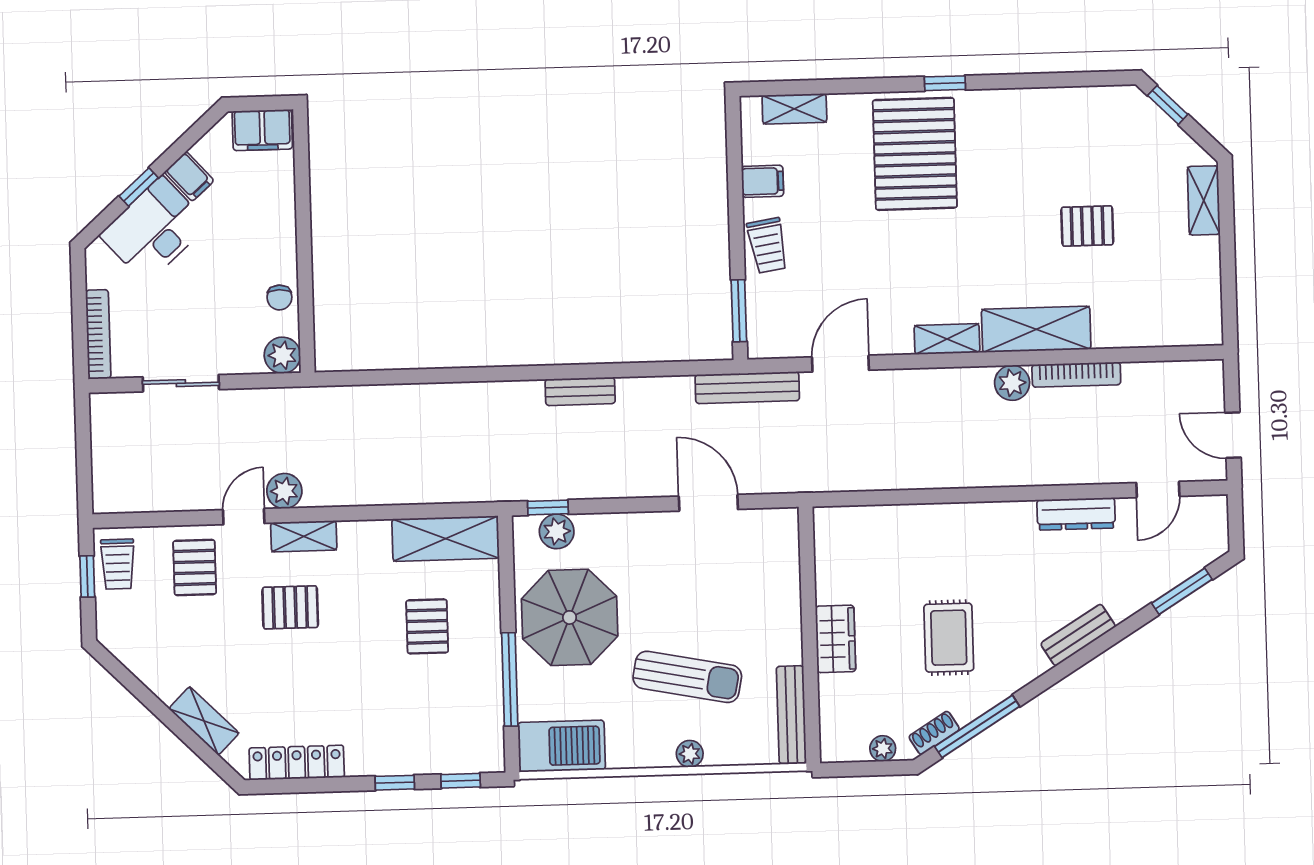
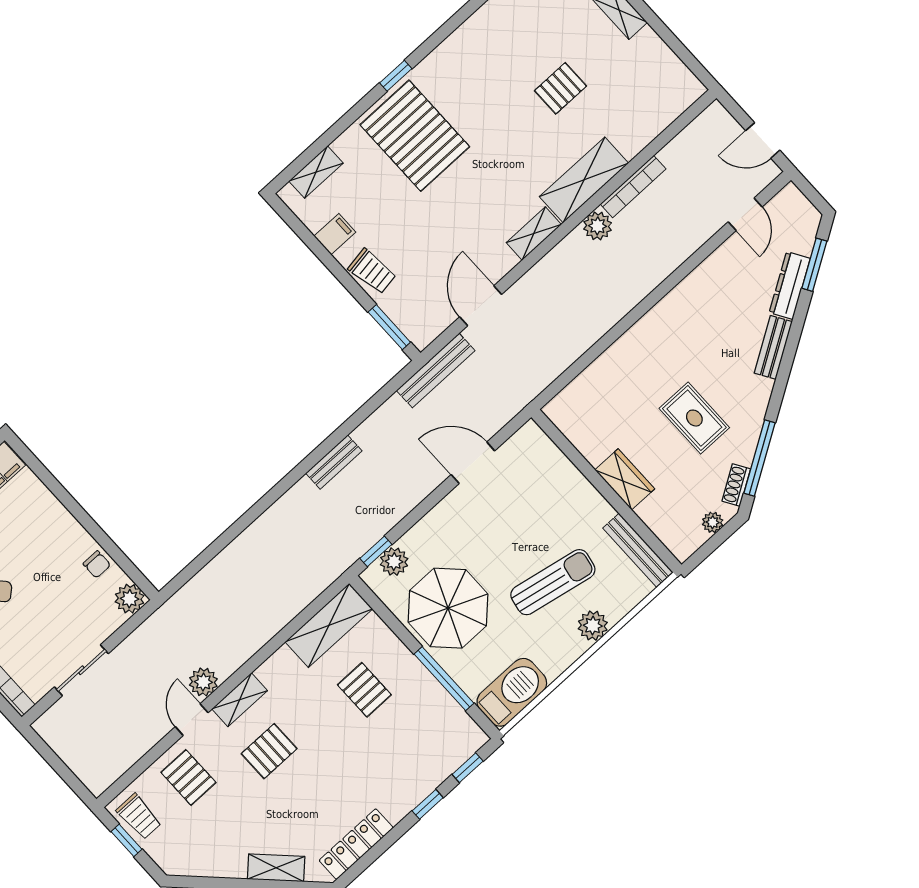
dresser: (1076, 514) -> (790, 286), moved, turned 148
plant: (690, 754) -> (593, 626), width x1.38, depth x1.38

